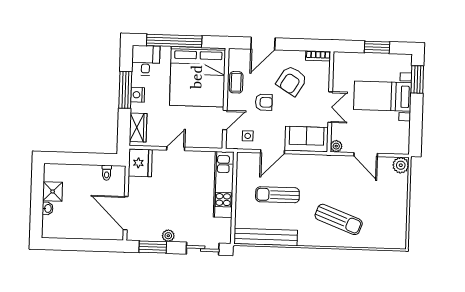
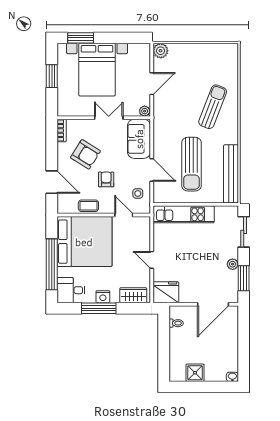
bed with nightstands: (383, 96) -> (97, 70), width x1.36
sun lounger: (277, 195) -> (191, 164), width x1.36, depth x1.34
washbasin: (48, 208) -> (232, 377), moved

